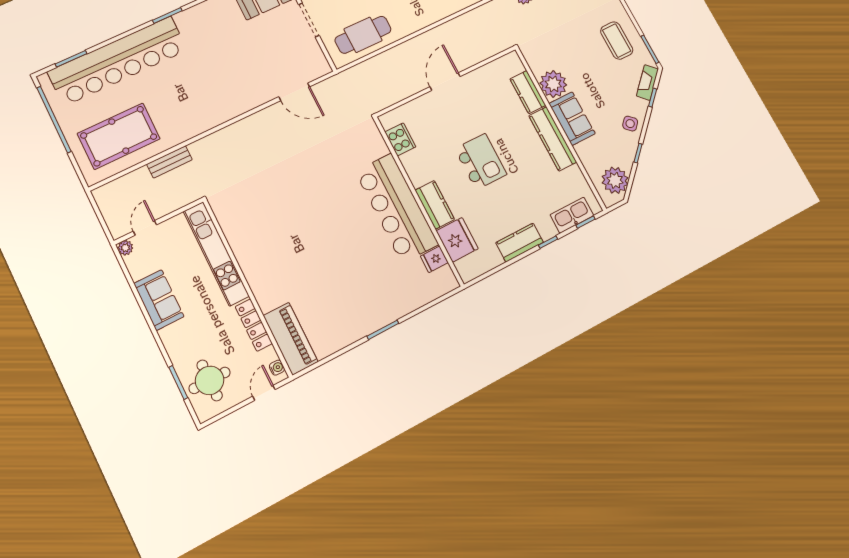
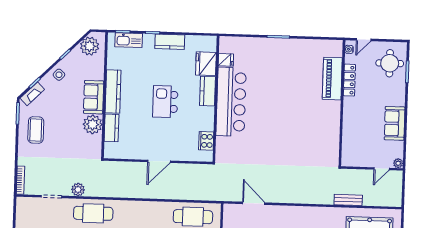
kitchen unit: (216, 254) -> (349, 132), removed
piano: (291, 339) -> (332, 79), moved

